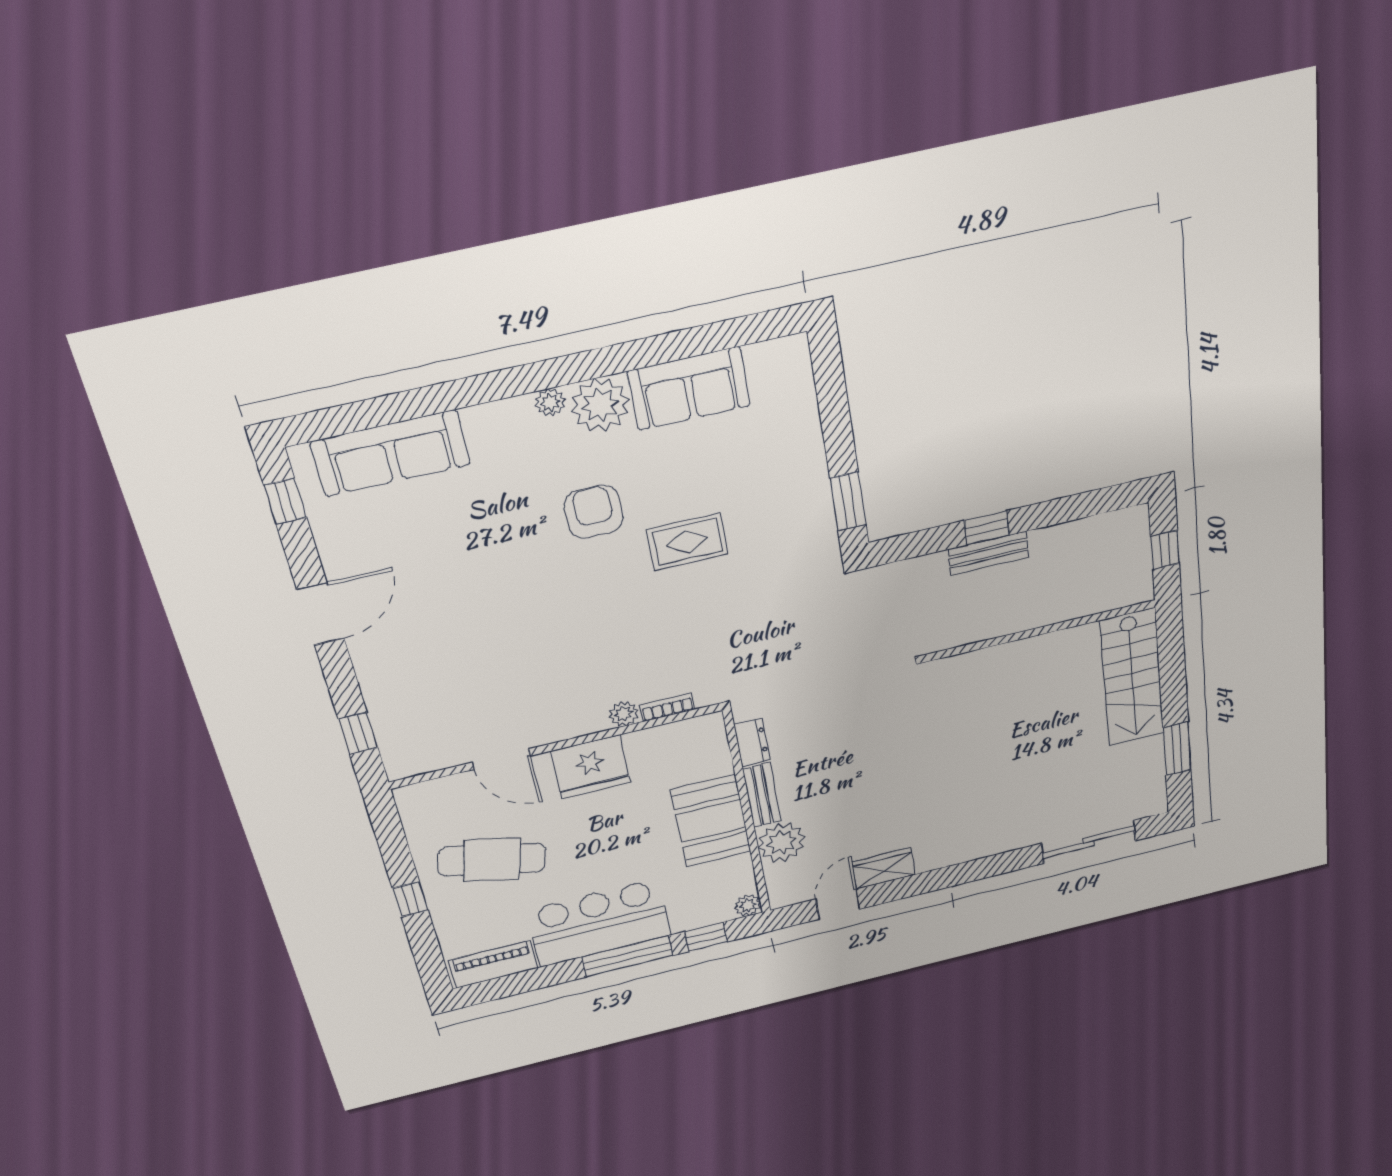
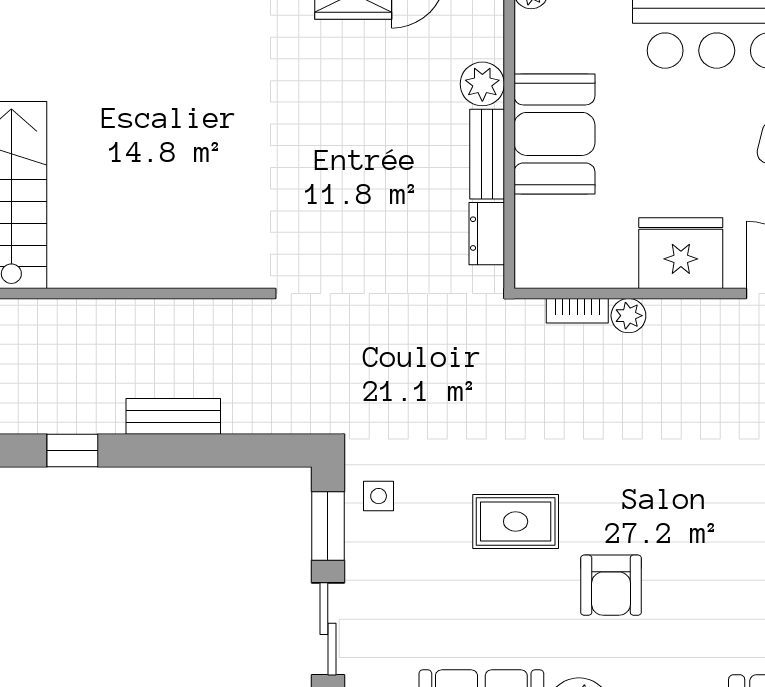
sliding door: (836, 421) -> (328, 629), added
window: (987, 528) -> (72, 450), moved
side table: (808, 534) -> (379, 496), added
plant: (781, 842) -> (482, 84), width x0.73, depth x0.73

